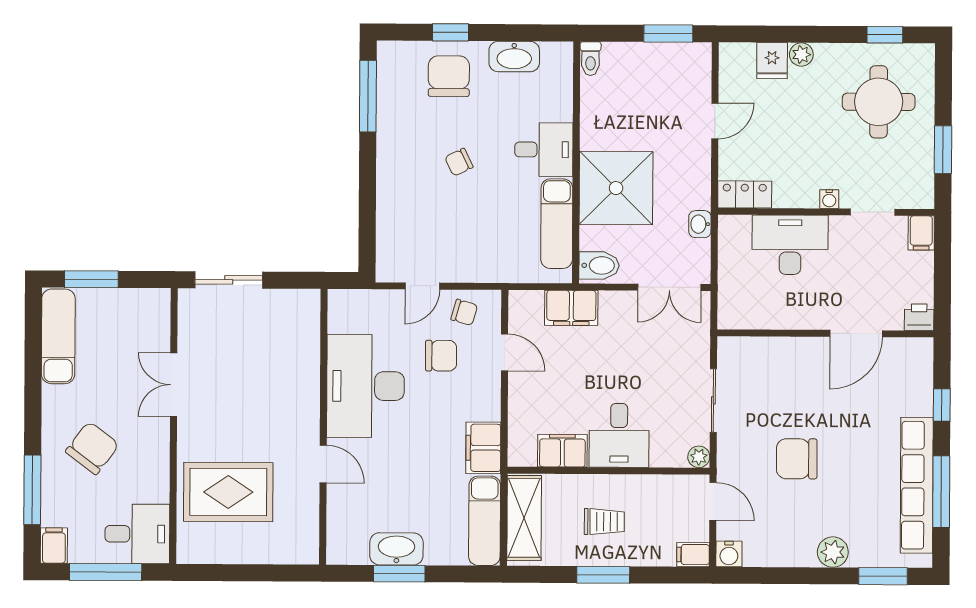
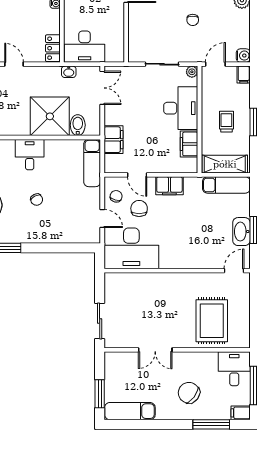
exam couch: (557, 224) -> (92, 163), moved, turned 90
desk: (790, 245) -> (85, 47), moved, turned -90
bidet: (599, 265) -> (78, 125), moved
door: (505, 352) -> (137, 175), swing flipped
desk: (365, 386) -> (131, 248), moved
desk: (619, 435) -> (181, 108), width x1.37
filing cabinet: (483, 448) -> (169, 186), moved
chair: (797, 459) -> (193, 20), width x0.54, depth x0.54
door: (323, 464) -> (234, 271), moved

